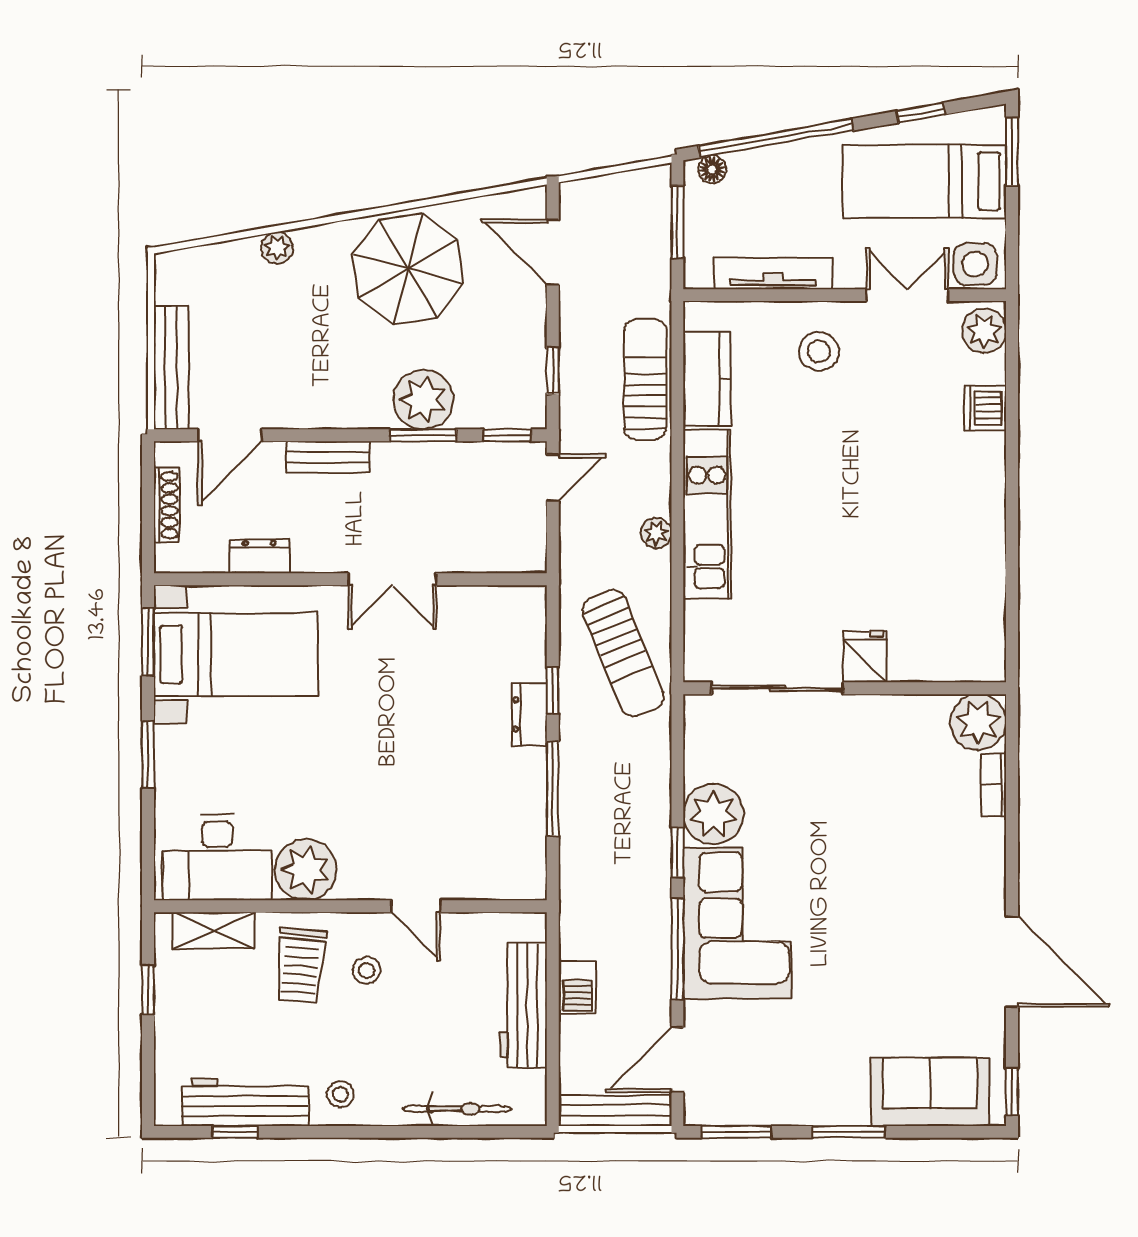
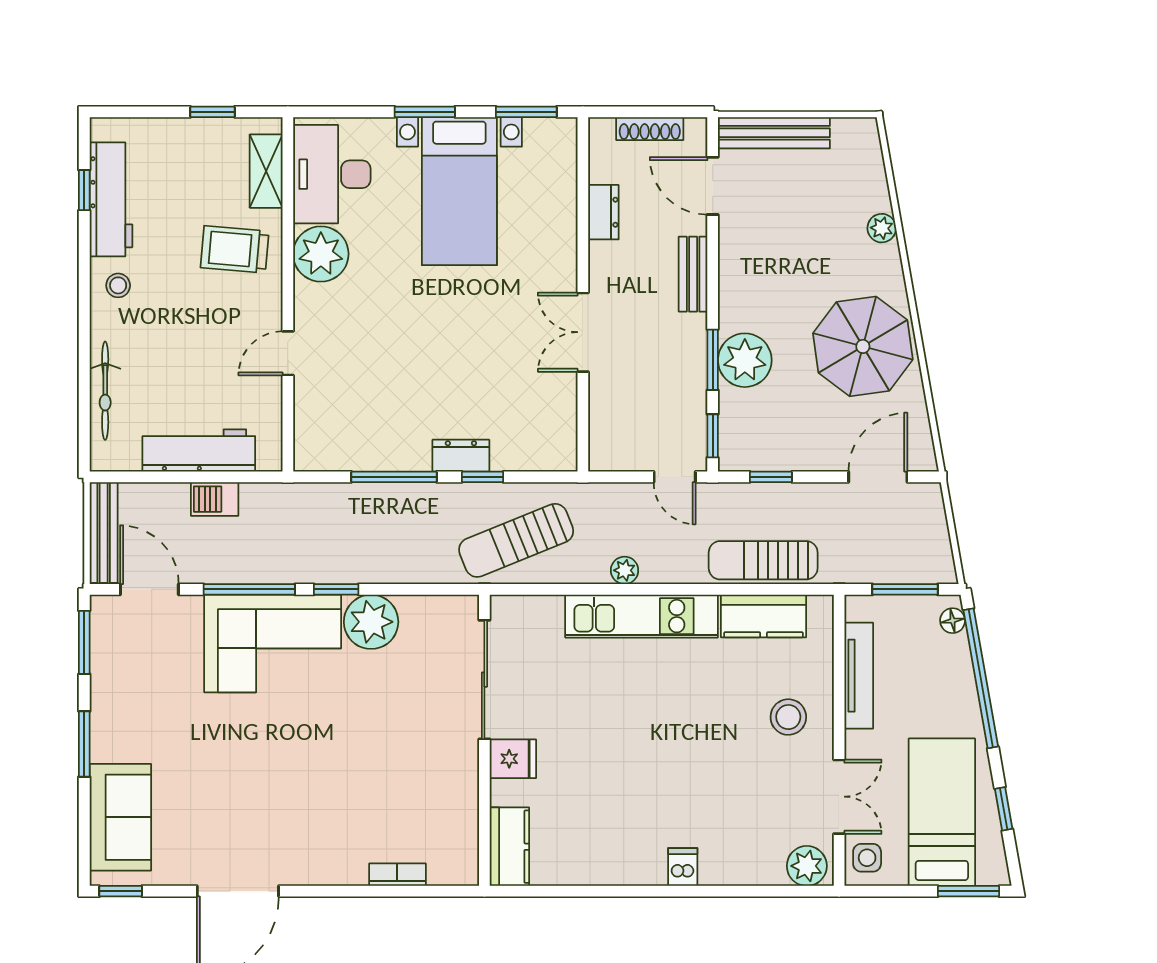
side table: (975, 264) -> (867, 858), width x0.73, depth x0.73
sun lounger: (645, 379) -> (763, 560), turned 180
dishwasher: (985, 408) -> (683, 867), moved, width x0.73
bed with nightstands: (236, 654) -> (459, 191), moved
kitchen counter: (963, 661) -> (509, 847), added
plant: (978, 722) -> (454, 861), removed
stool: (366, 970) -> (230, 309), removed

